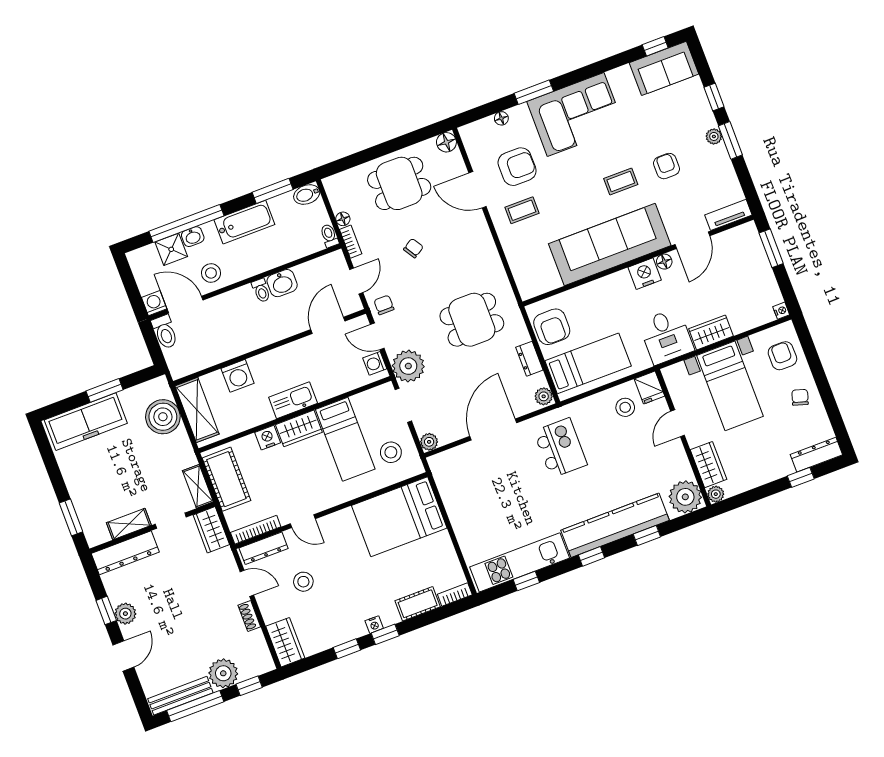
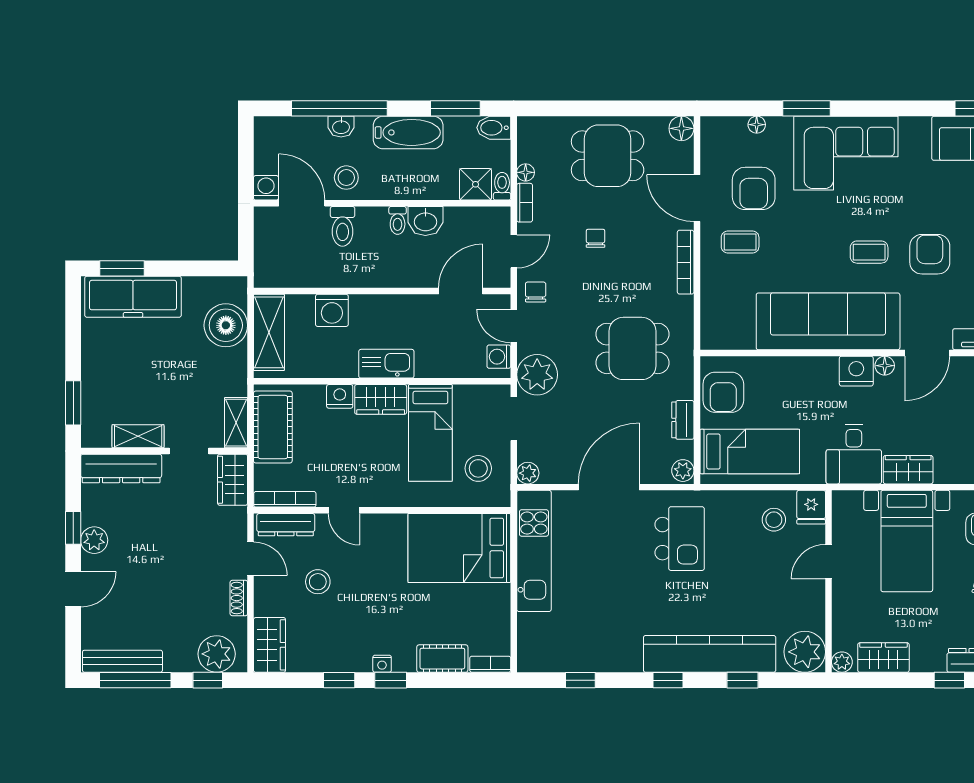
armchair: (667, 166) -> (930, 254), width x1.38, depth x1.38
armchair: (517, 167) -> (754, 188), turned 90
bookcase: (487, 241) -> (686, 262), added
chair: (413, 248) -> (596, 238), turned -58
shower: (171, 249) -> (476, 184), moved
toilet: (165, 332) -> (343, 226), moved
window: (105, 390) -> (122, 268), moved
wardrobe: (708, 465) -> (883, 657), moved, turned -90
kitchen unit: (520, 562) -> (534, 551), moved, turned 90
plant: (223, 673) -> (217, 654), moved

